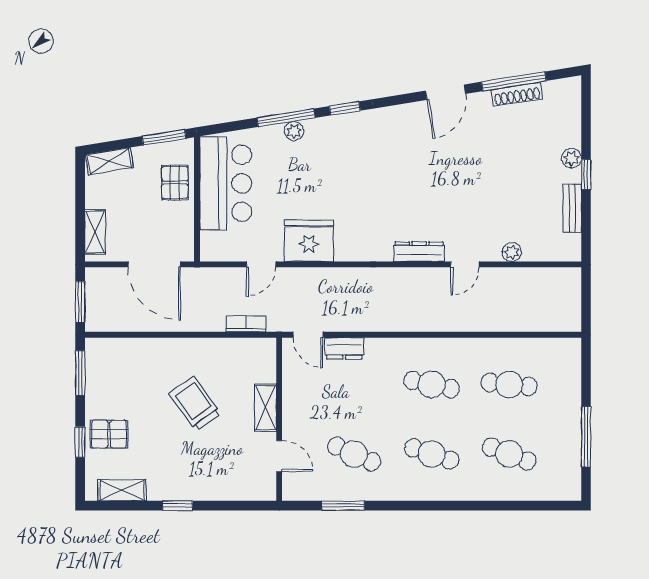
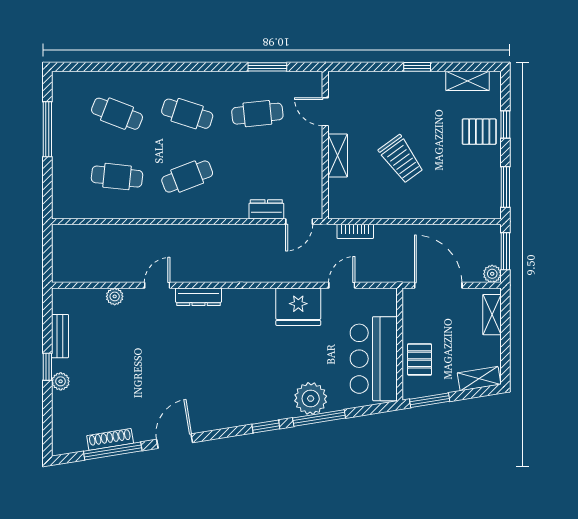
plant: (294, 131) -> (311, 399), width x1.87, depth x1.87
plant: (95, 277) -> (492, 274), added
door: (308, 335) -> (299, 222), swing flipped
cafe table: (432, 384) -> (187, 177), turned -33
cafe table: (354, 454) -> (257, 114), turned -30

